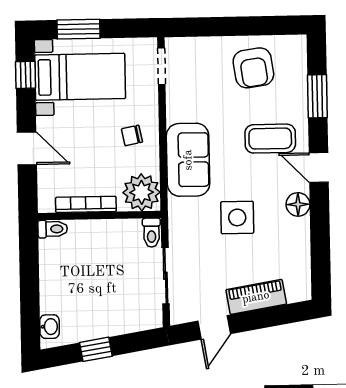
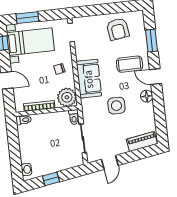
piano: (256, 297) -> (142, 142), moved

